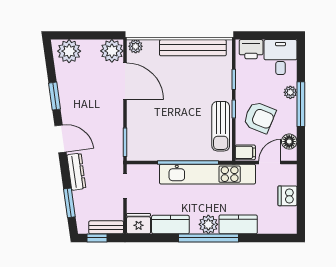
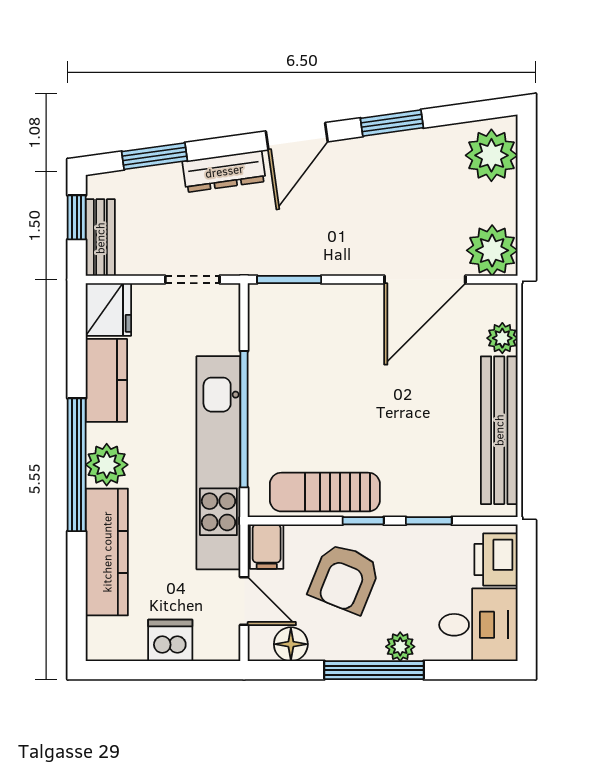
plant: (136, 46) -> (502, 338), moved
kitchen counter: (238, 224) -> (107, 552), width x1.50

